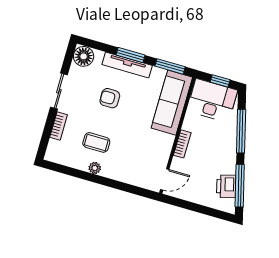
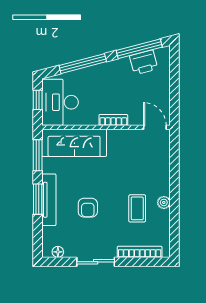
floor lamp: (84, 56) -> (58, 252), width x0.53, depth x0.53
bookcase: (59, 126) -> (140, 252), width x1.56

